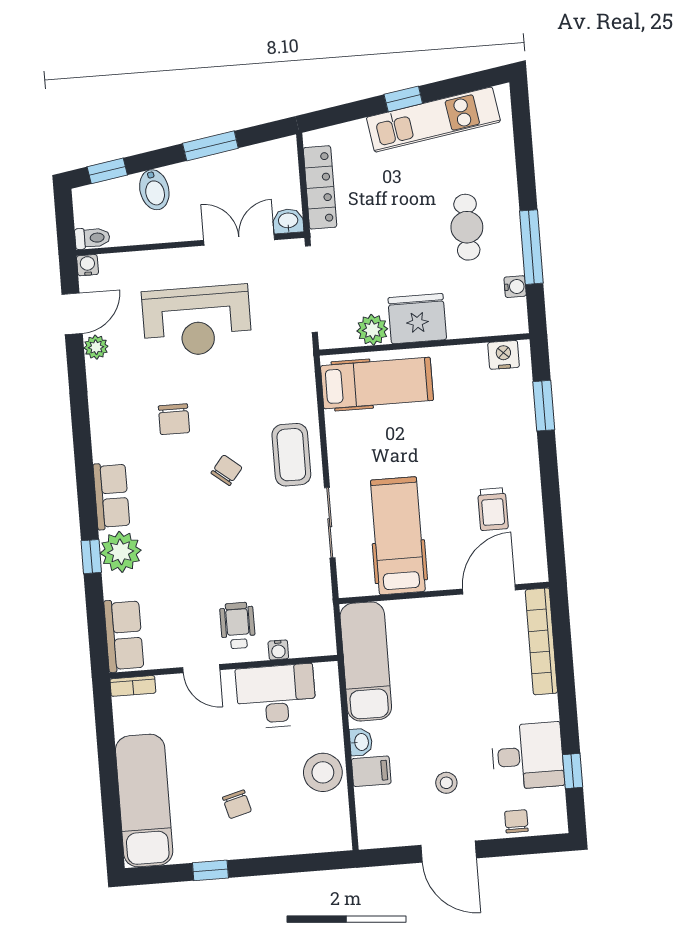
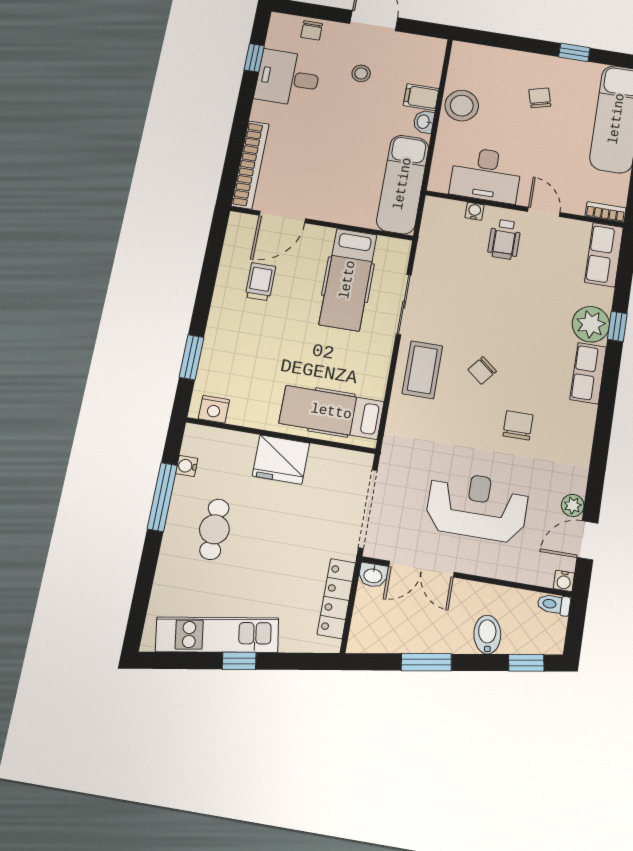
plant: (372, 330) -> (323, 460), removed

